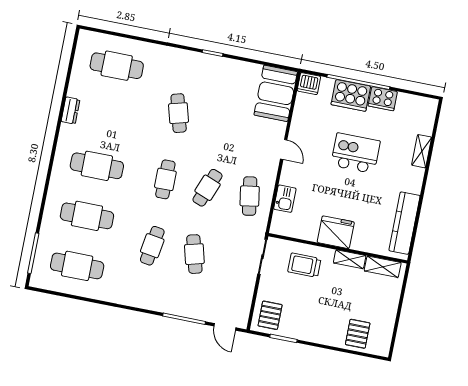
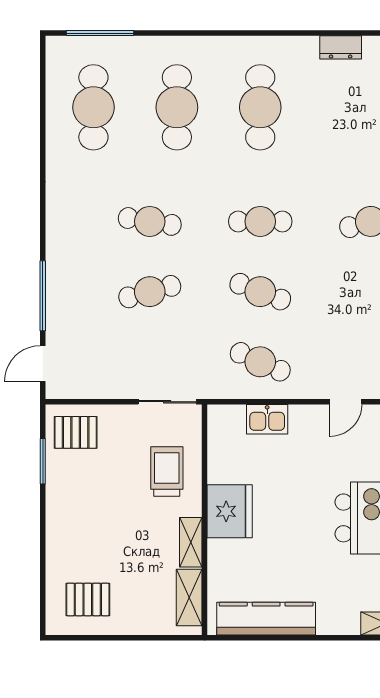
cafe table: (250, 196) -> (260, 362), turned 33
pallet: (358, 334) -> (88, 600), moved

